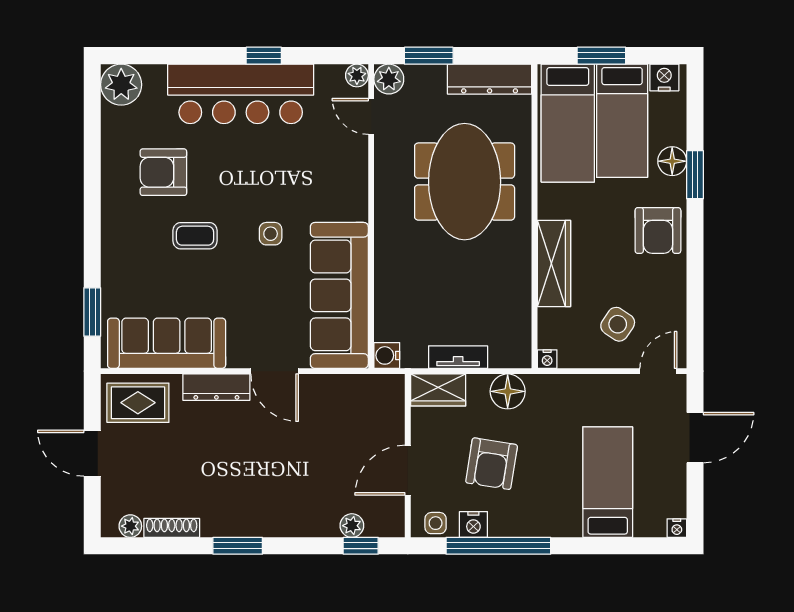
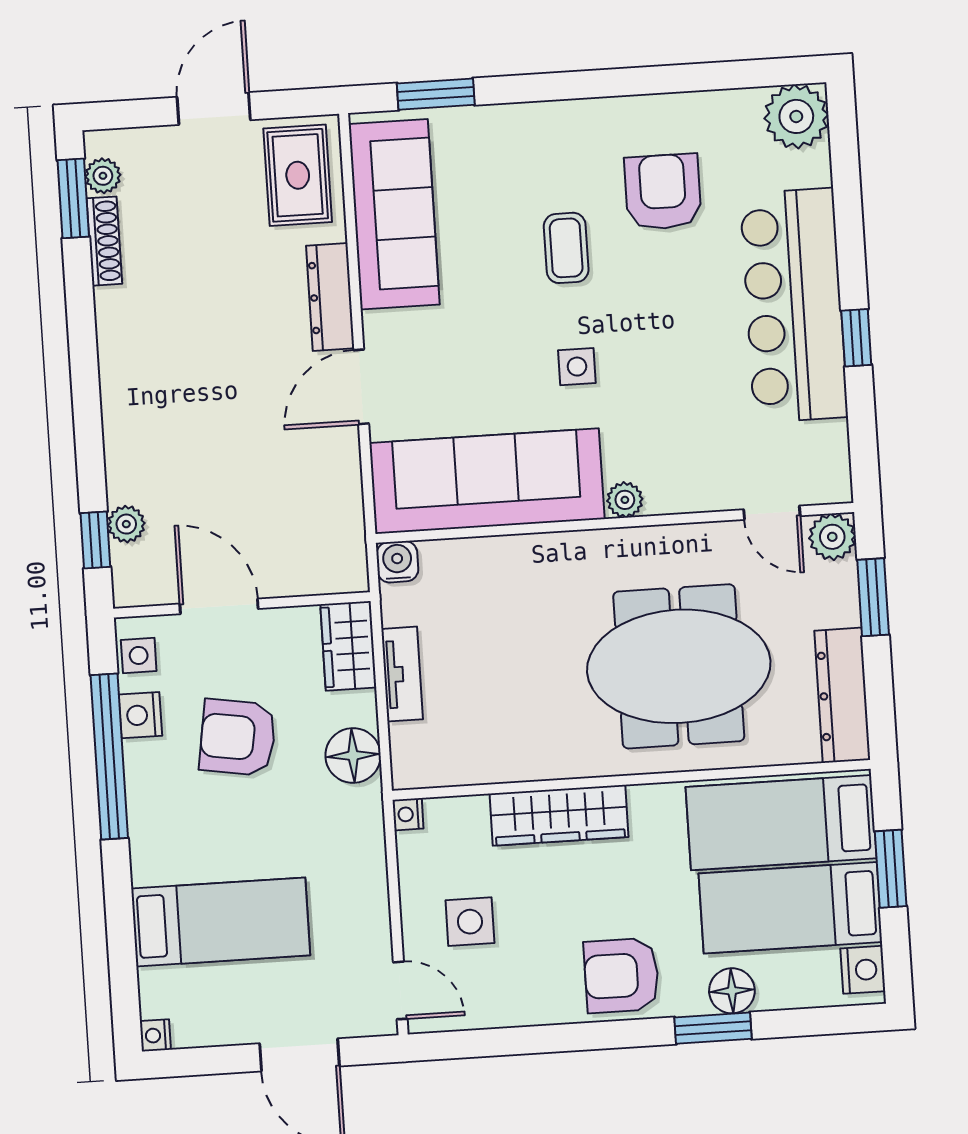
plant: (357, 75) -> (625, 500), moved
door: (371, 116) -> (772, 513), swing flipped
side table: (618, 324) -> (470, 922), turned -34
window: (238, 546) -> (73, 198), moved

